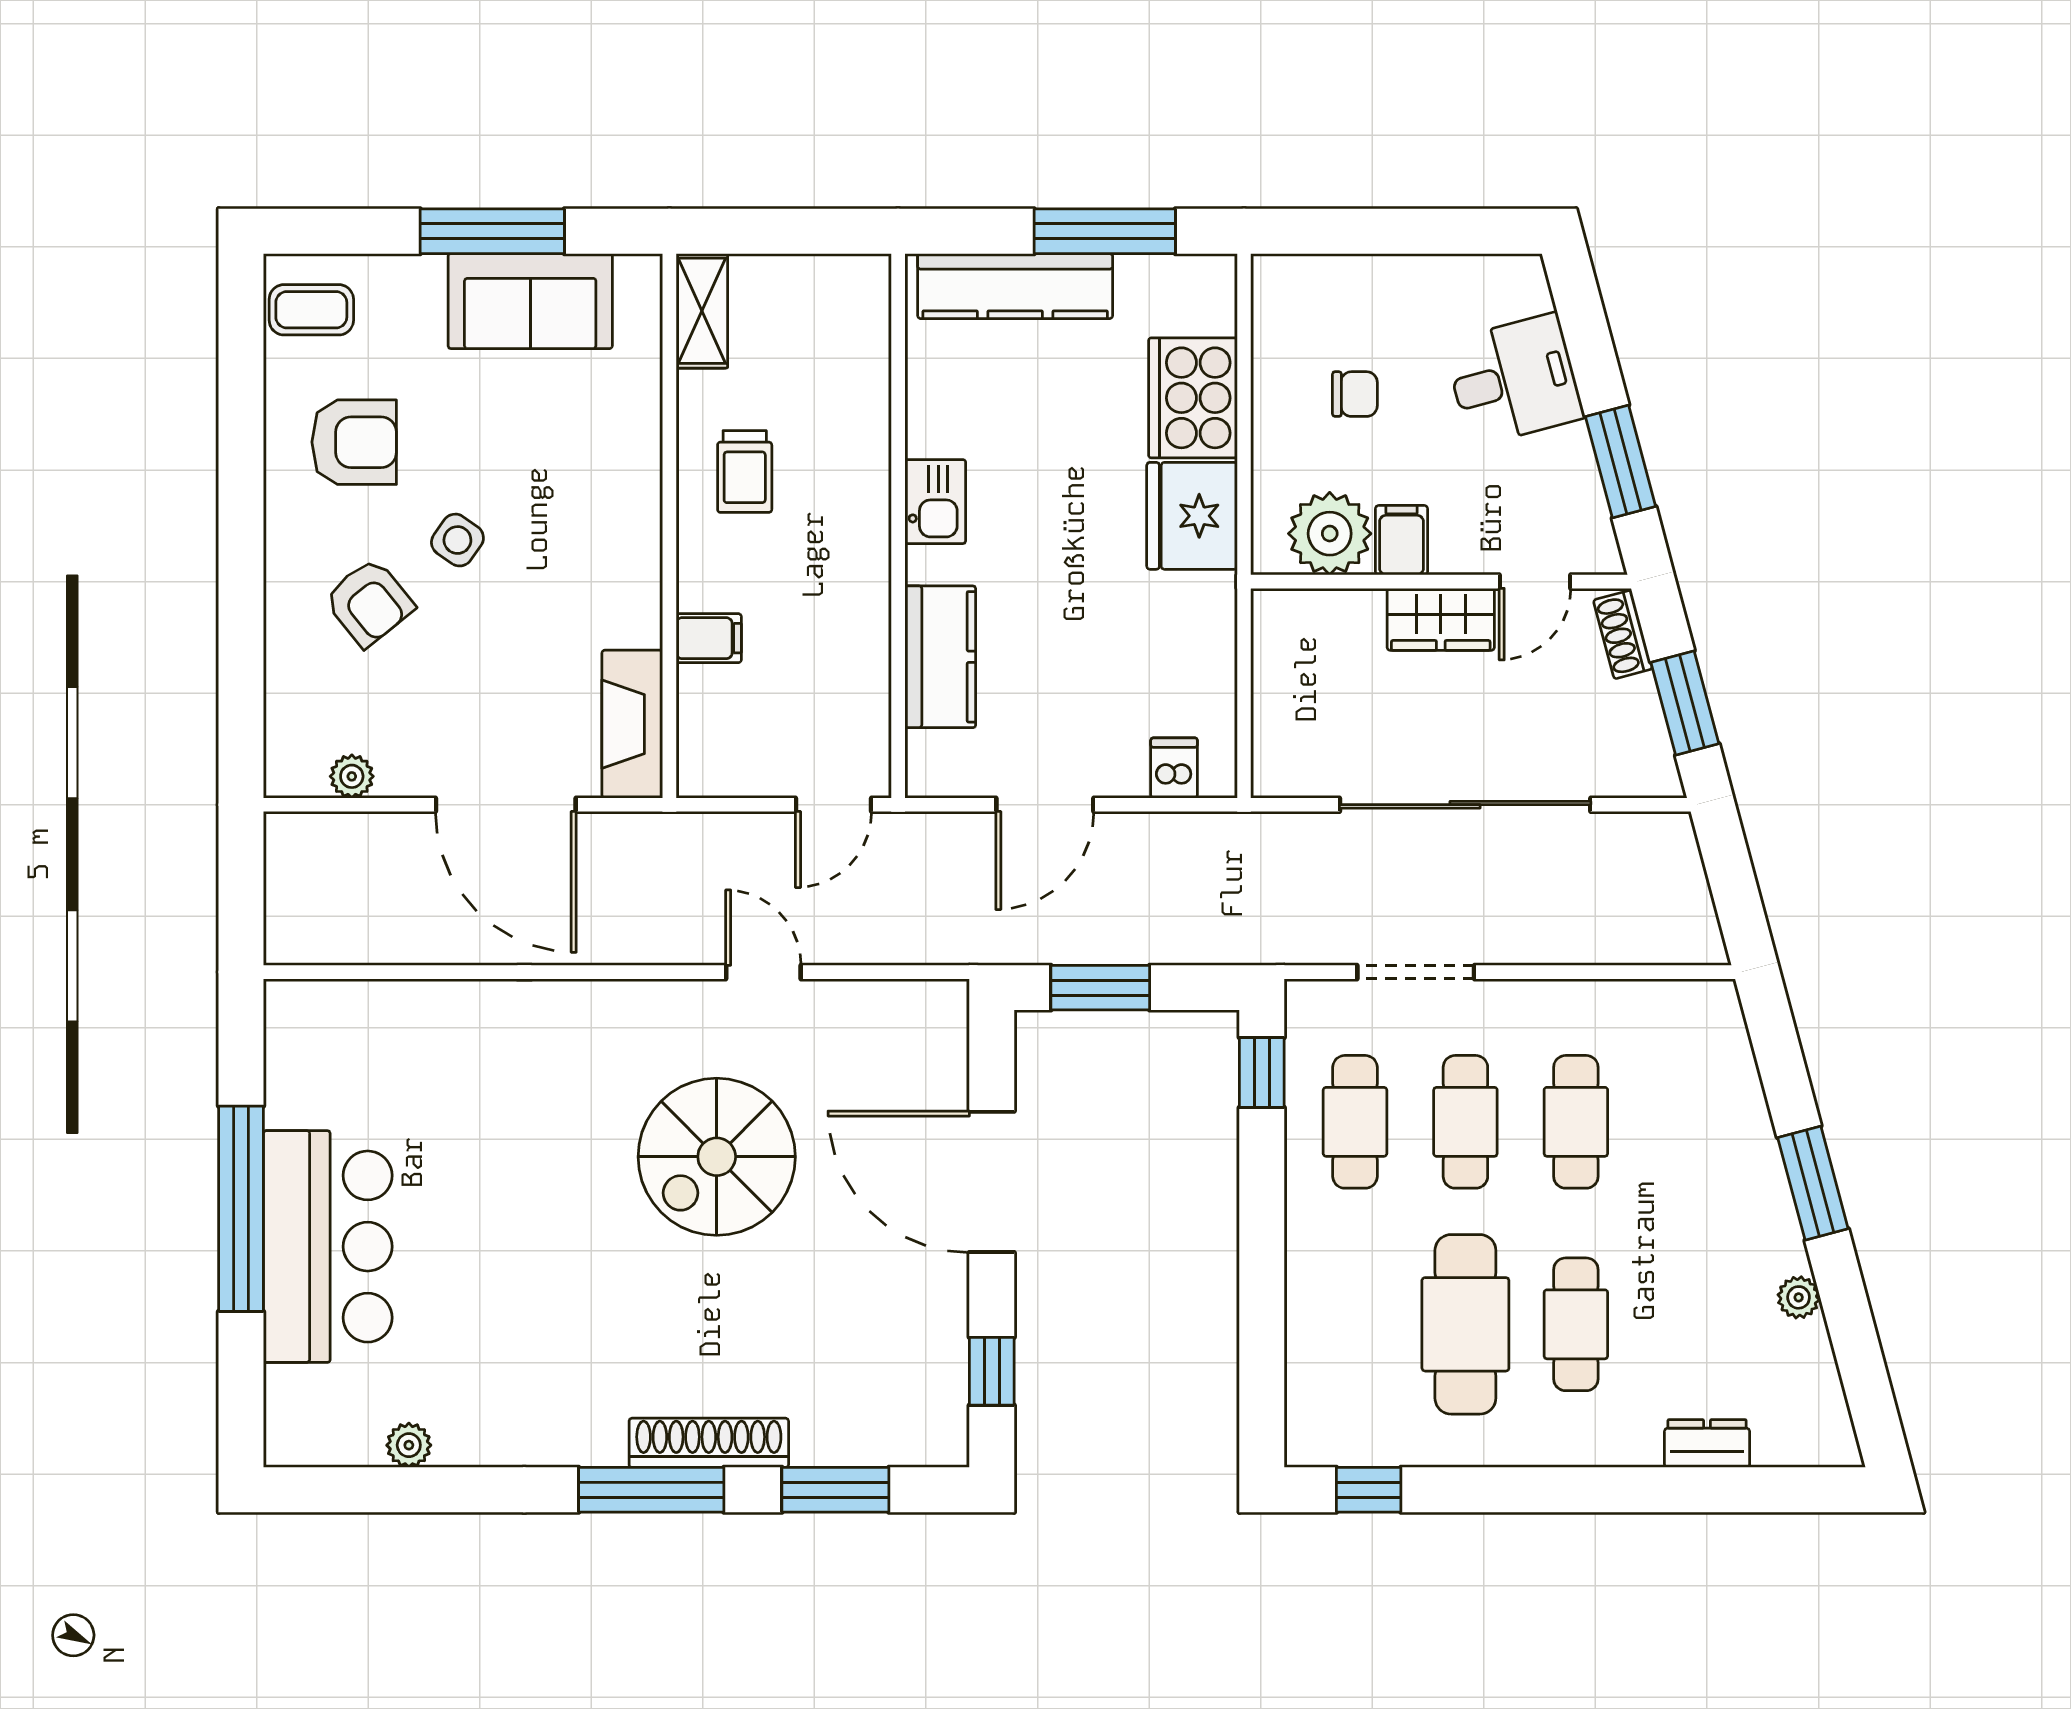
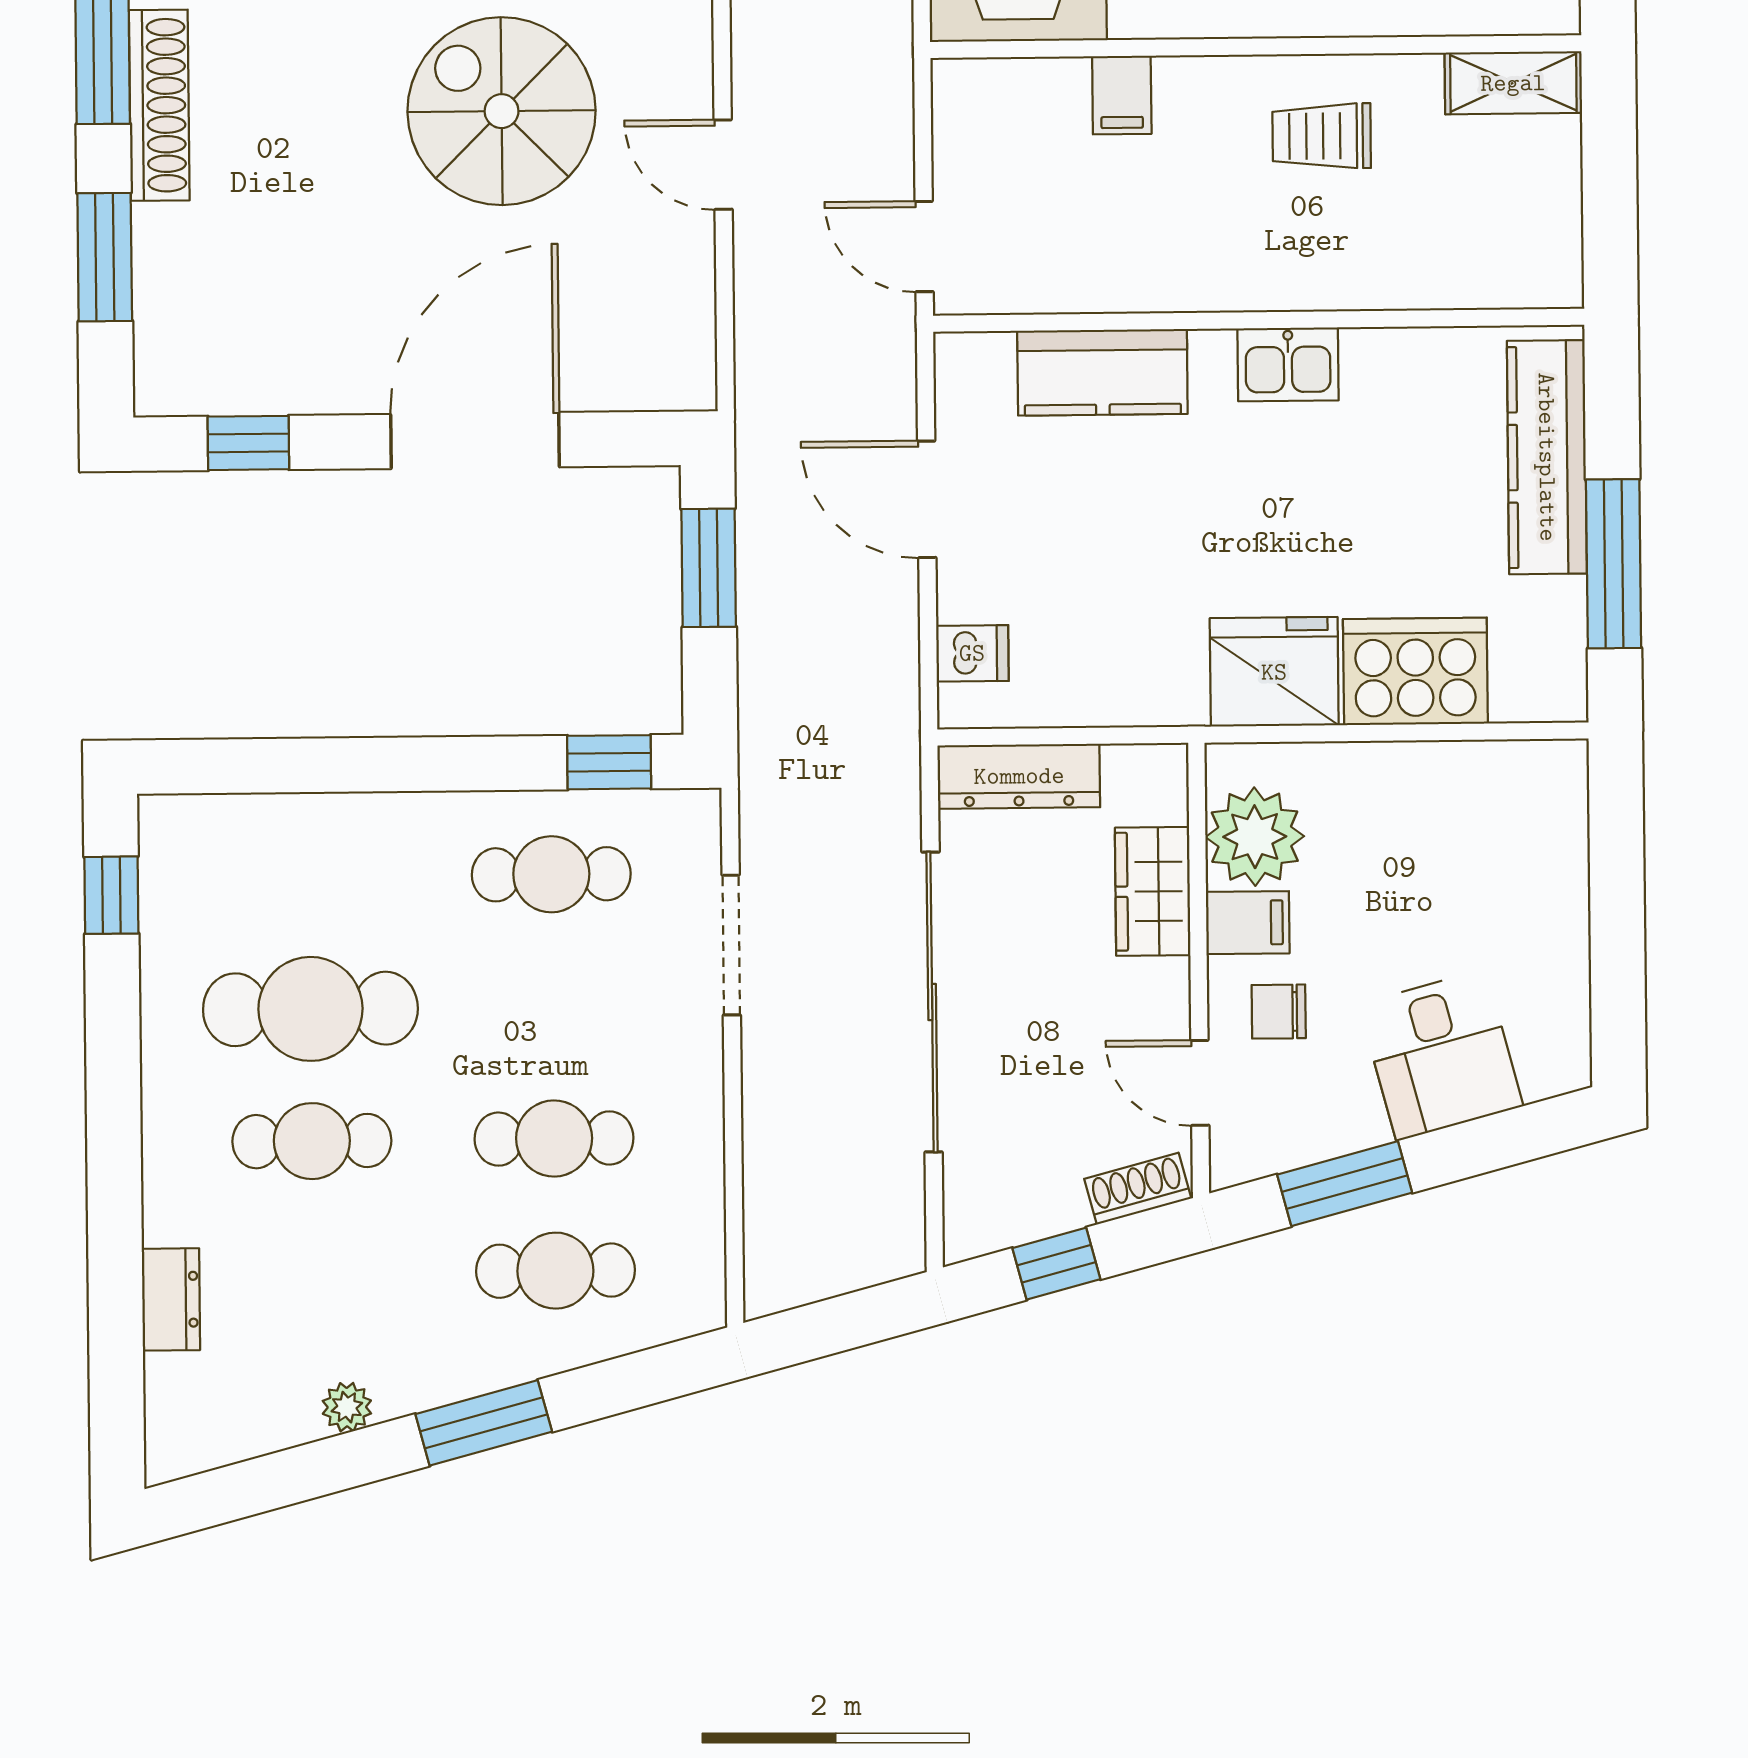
chair: (1355, 394) -> (1279, 1012), moved, turned 90
wardrobe: (1441, 619) -> (1153, 891), moved
window: (1685, 703) -> (1056, 1264), width x0.67
dresser: (1277, 730) -> (1019, 776), added
door: (763, 972) -> (723, 165), swing flipped
cafe table: (1465, 1122) -> (555, 1271), moved

